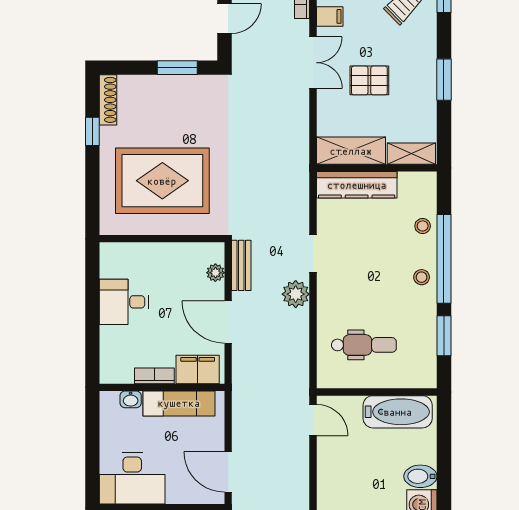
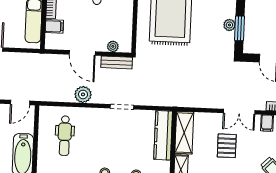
plant: (173, 84) -> (229, 25), added
plant: (296, 294) -> (83, 94), moved
door: (228, 322) -> (82, 53), swing flipped
filing cabinet: (198, 369) -> (54, 26), width x0.50

